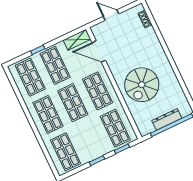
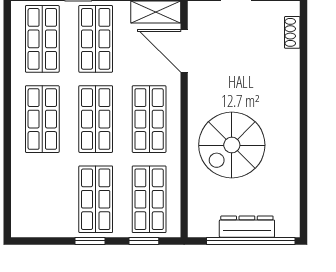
shop shelf: (66, 152) -> (96, 199), moved

